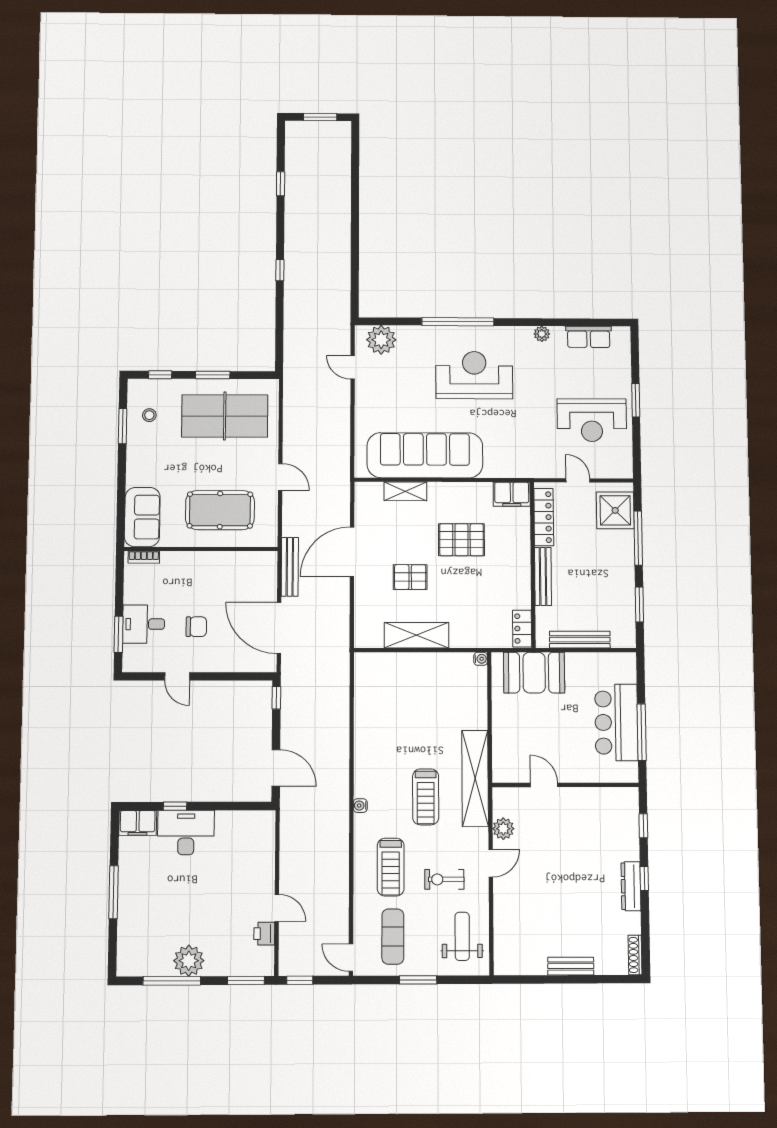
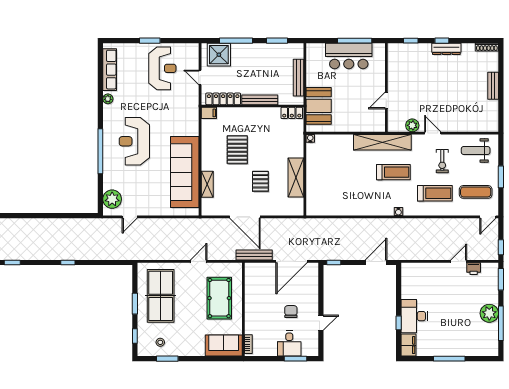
row of seats: (589, 337) -> (110, 70), width x1.48
door: (578, 480) -> (200, 77), hinge flipped
filing cabinet: (512, 494) -> (209, 113), width x0.50

